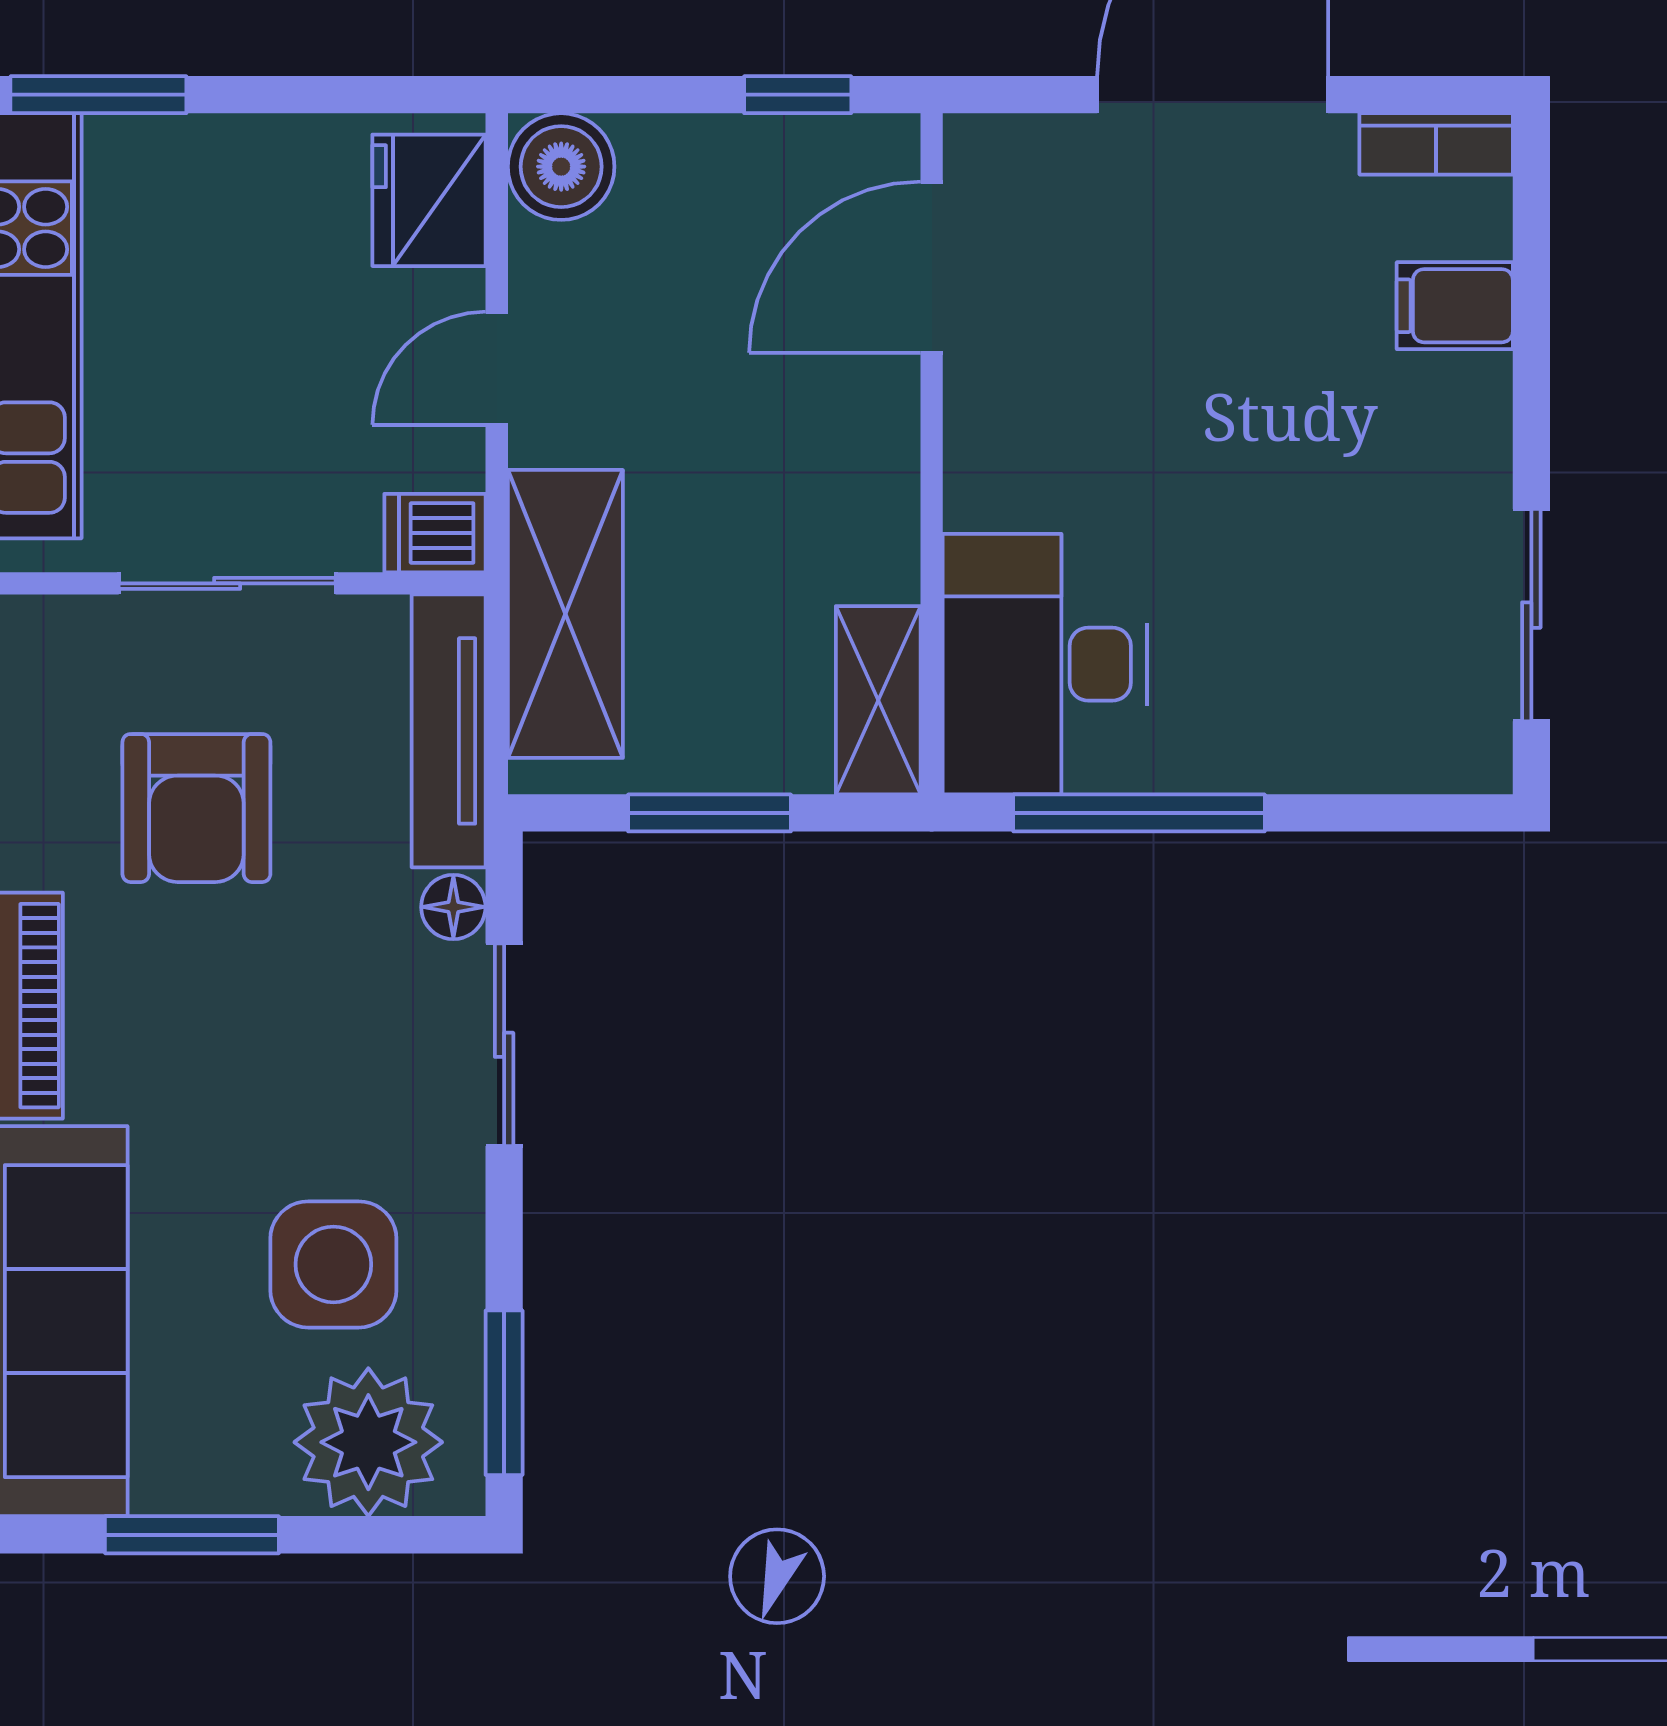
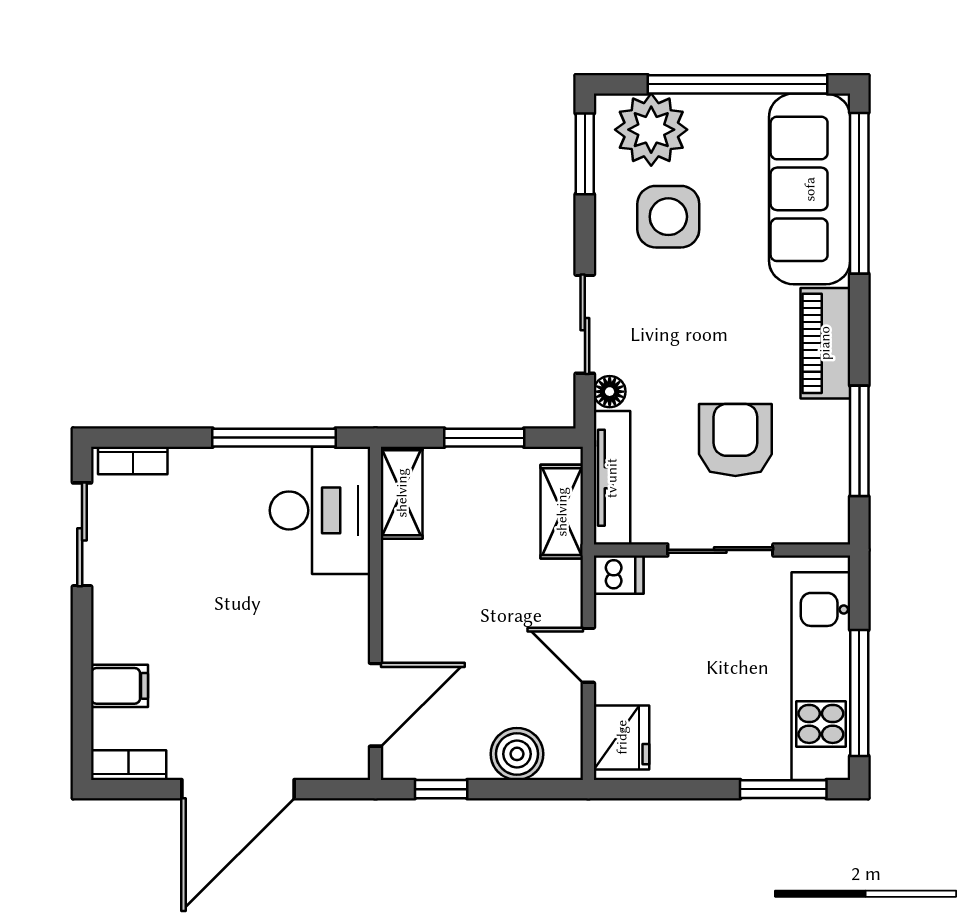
boiler: (561, 167) -> (517, 754), moved
door: (497, 368) -> (588, 655), swing flipped
shelving: (565, 614) -> (562, 512), width x0.67, depth x0.75
bookcase: (1428, 766) -> (133, 461), added
window: (192, 1535) -> (738, 84), width x2.11

